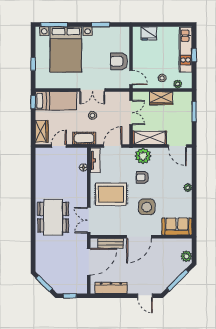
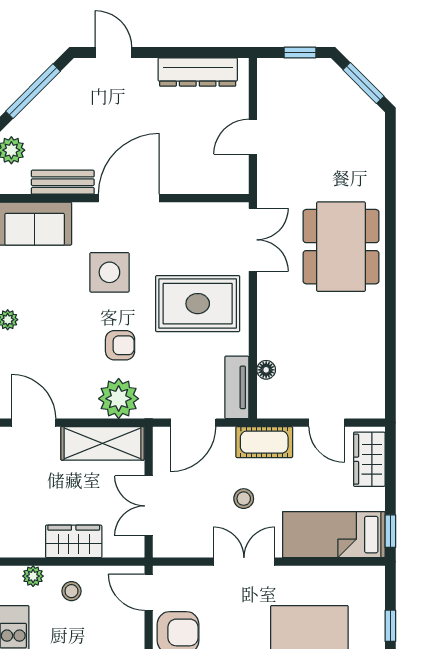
door: (59, 146) -> (327, 423), hinge flipped
bench: (111, 243) -> (63, 182), moved
door: (89, 262) -> (253, 137), width x0.53

